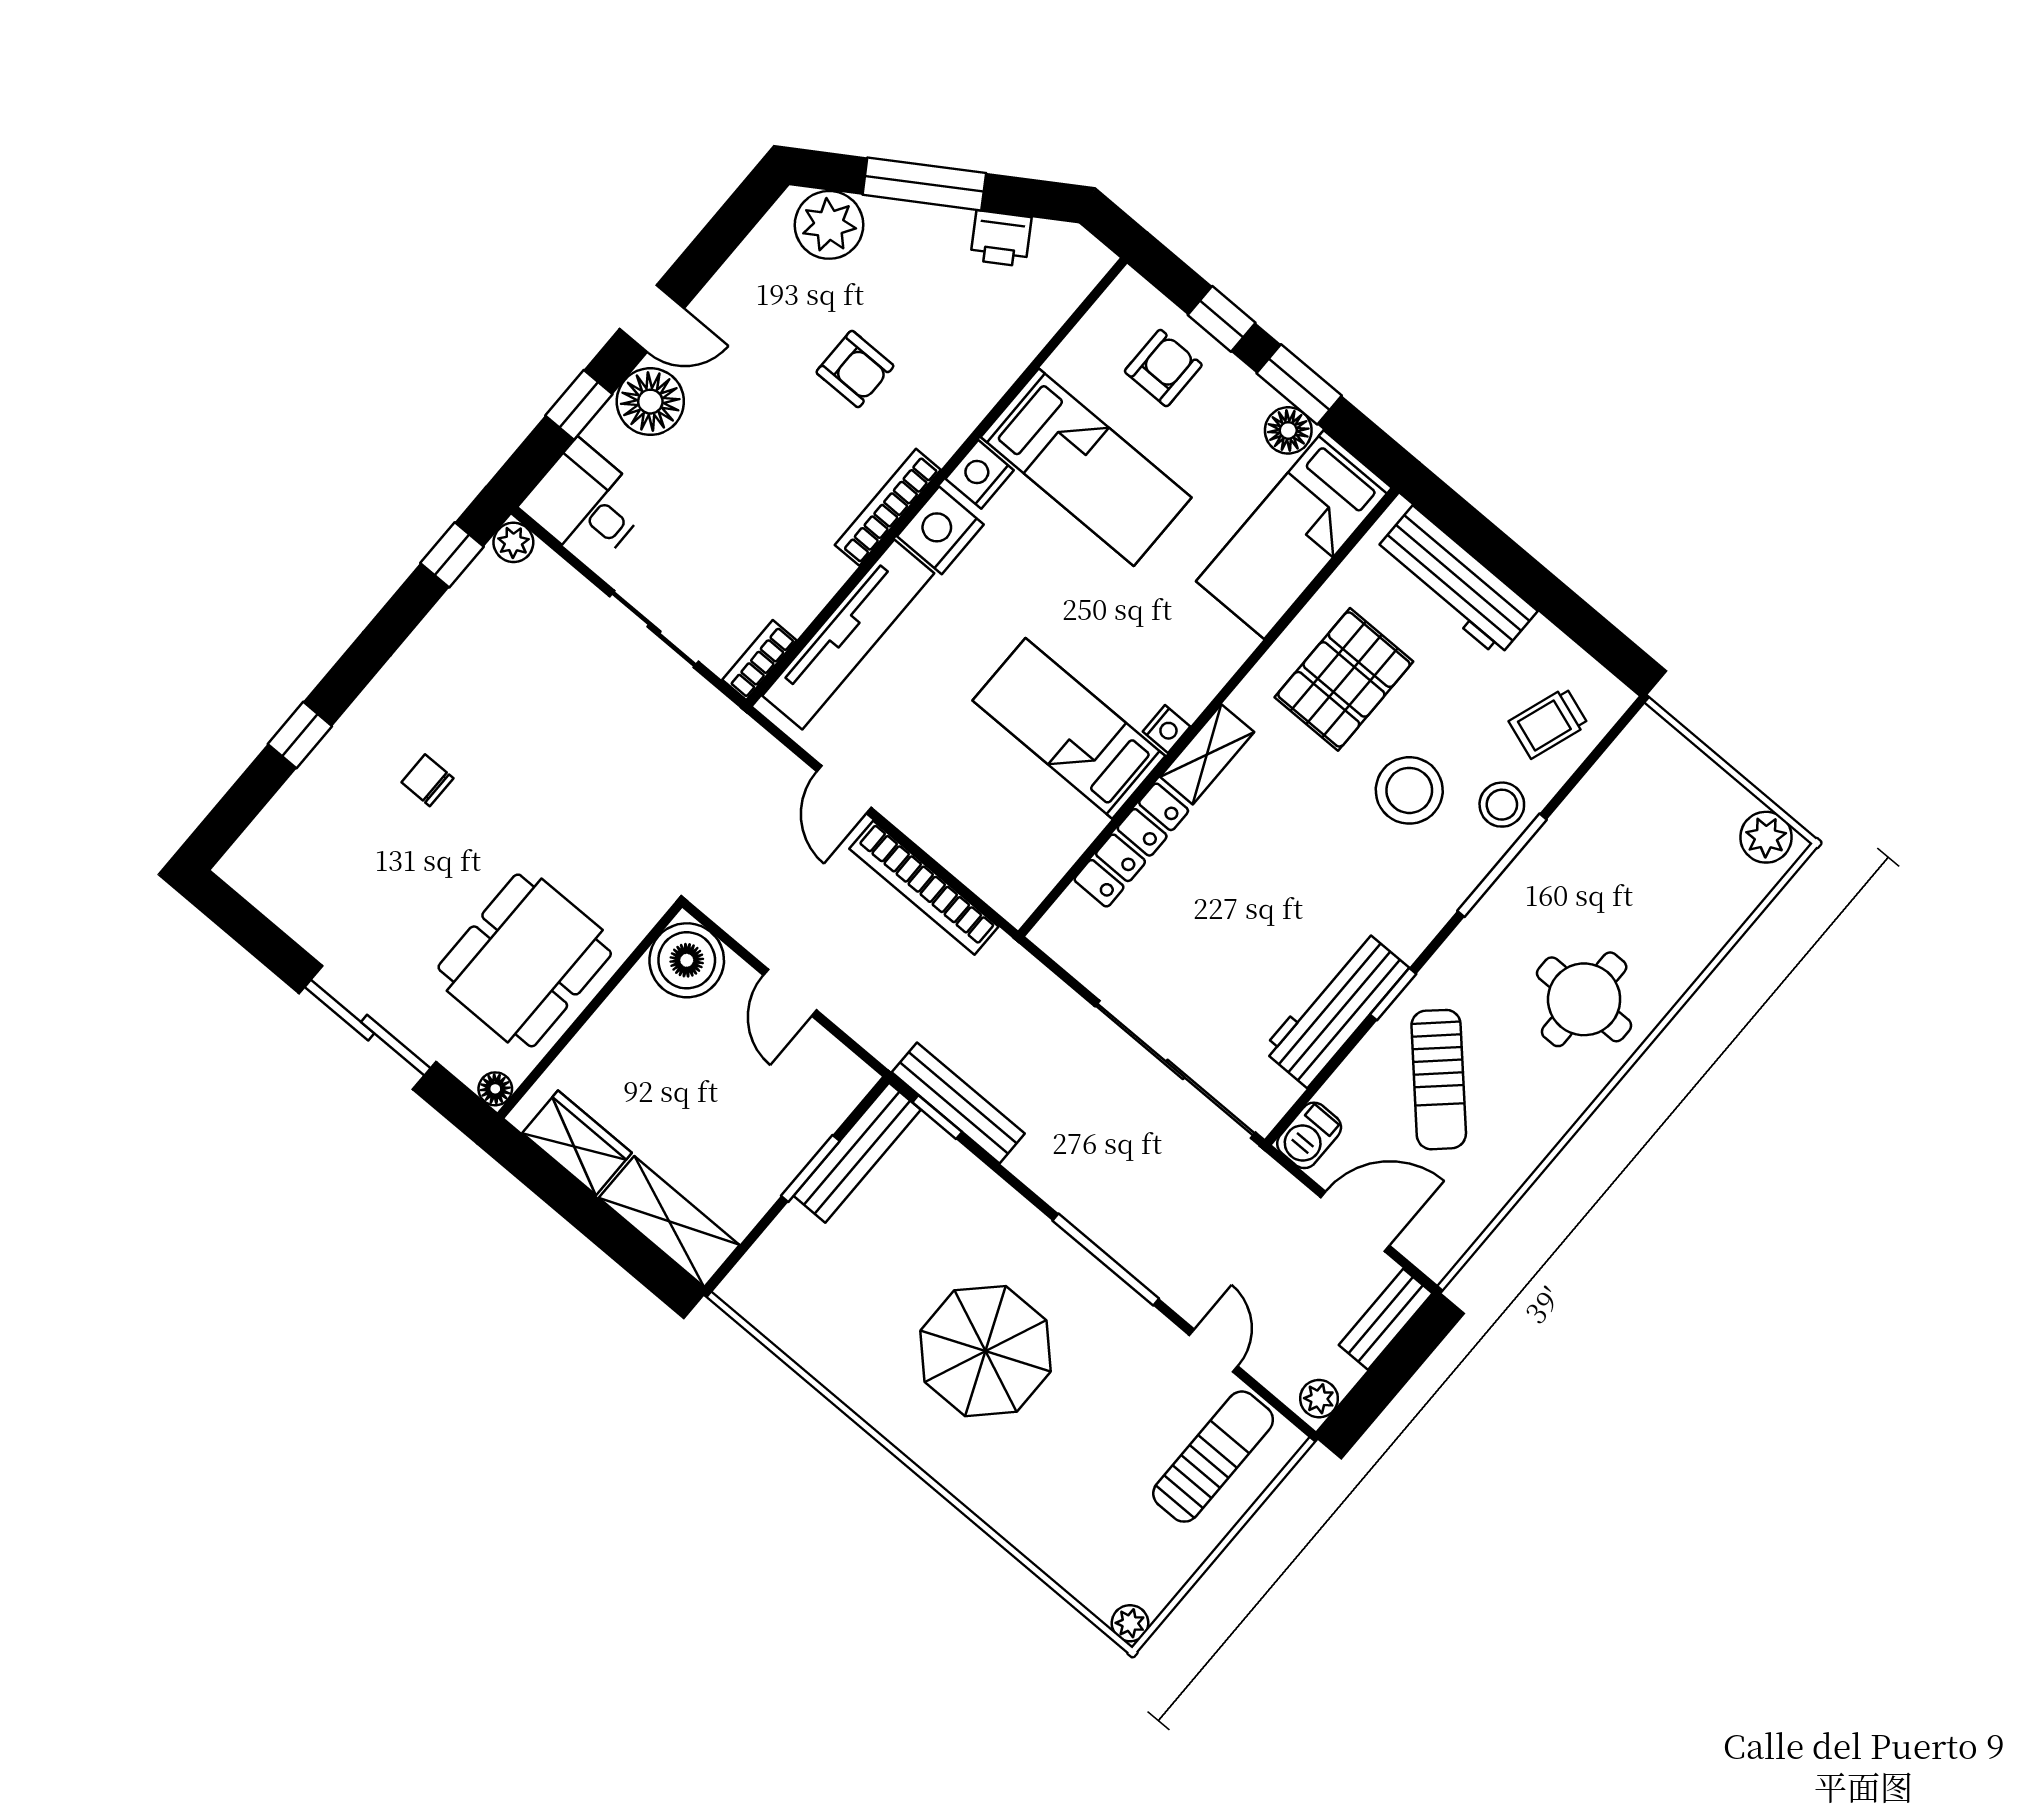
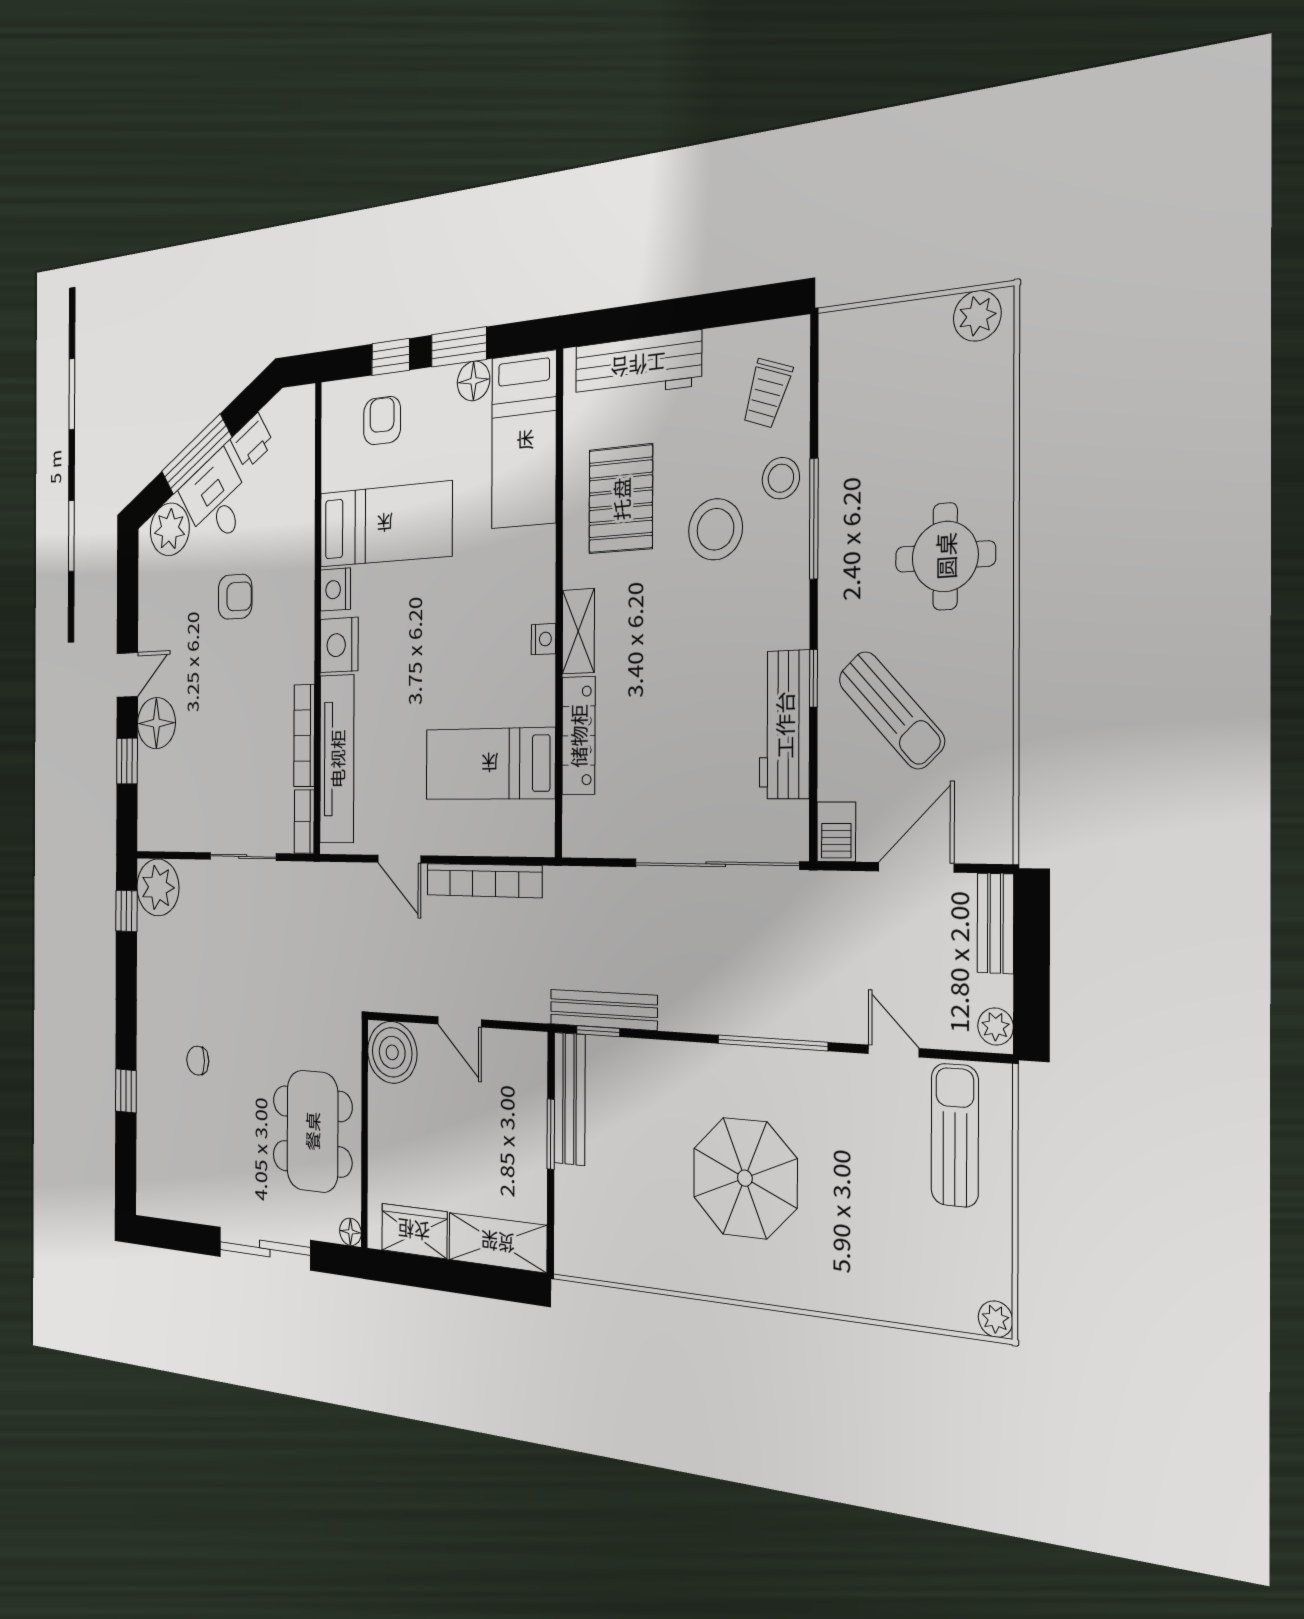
desk: (586, 504) -> (216, 500), moved, turned 57
bookcase: (888, 507) -> (304, 736), moved
plant: (513, 542) -> (158, 887), width x1.87, depth x1.87
bed: (1069, 728) -> (490, 764), moved

